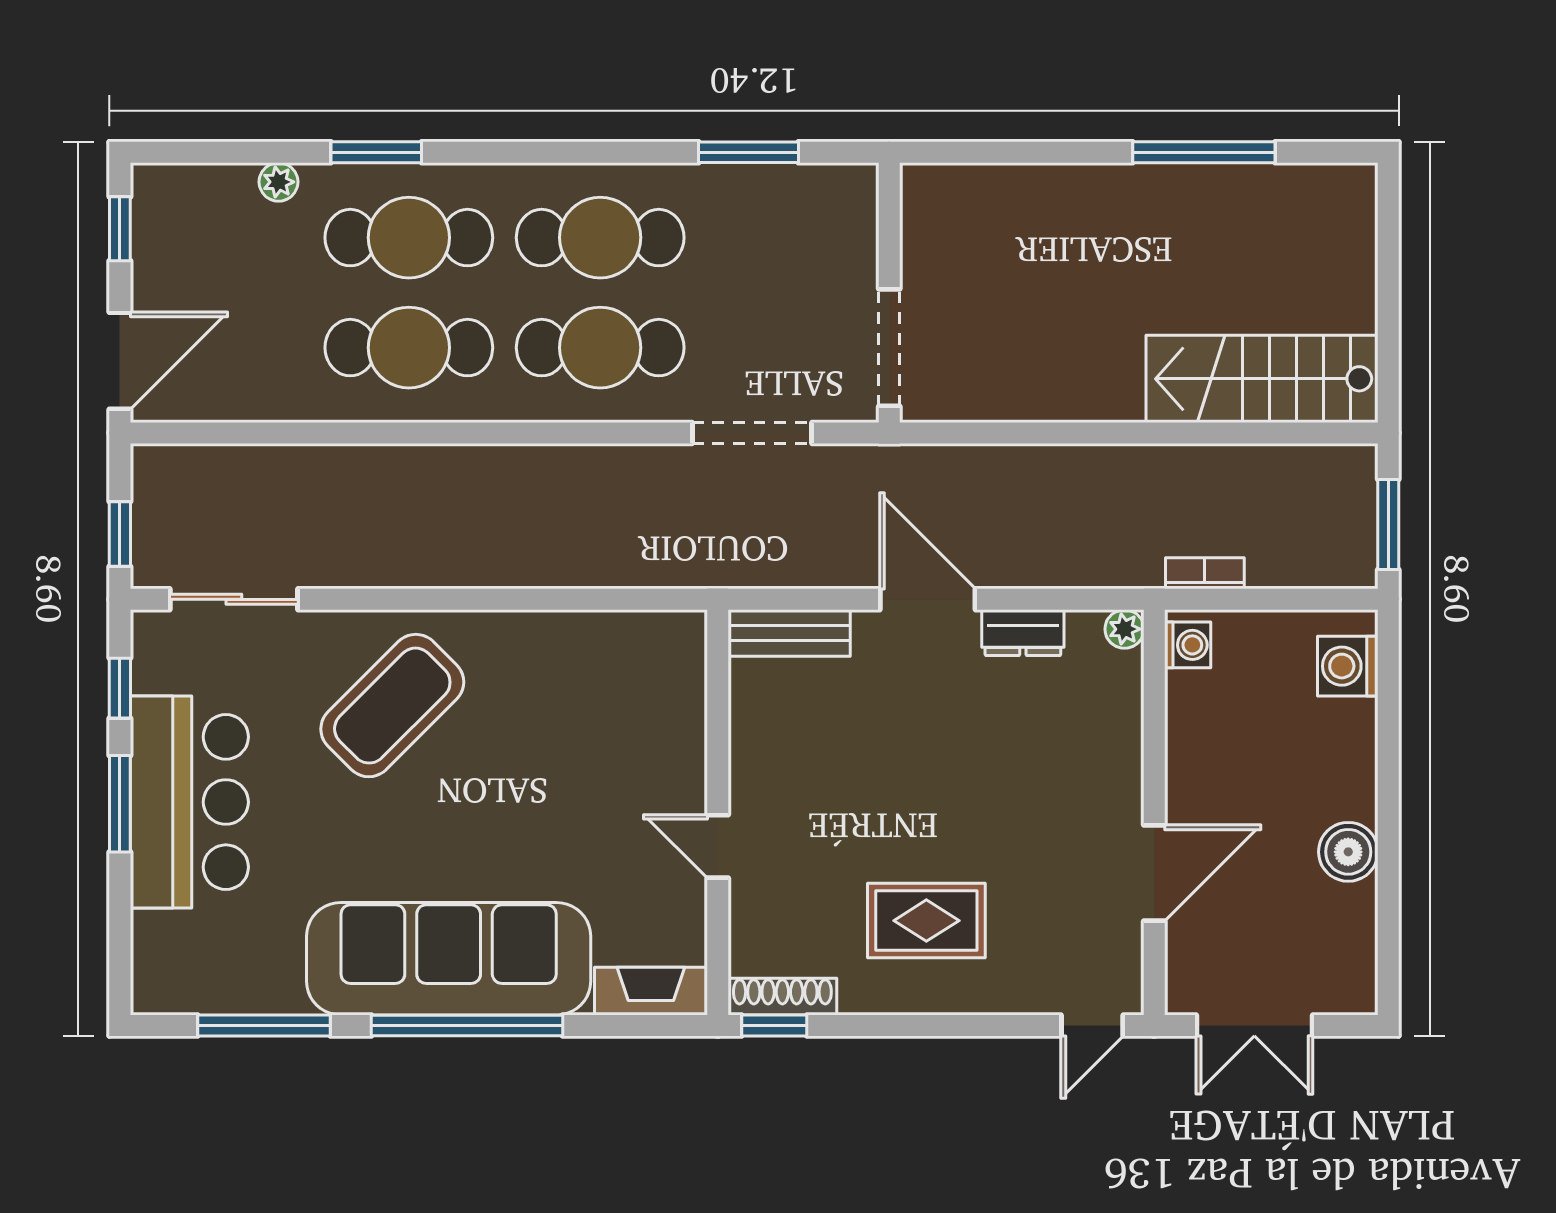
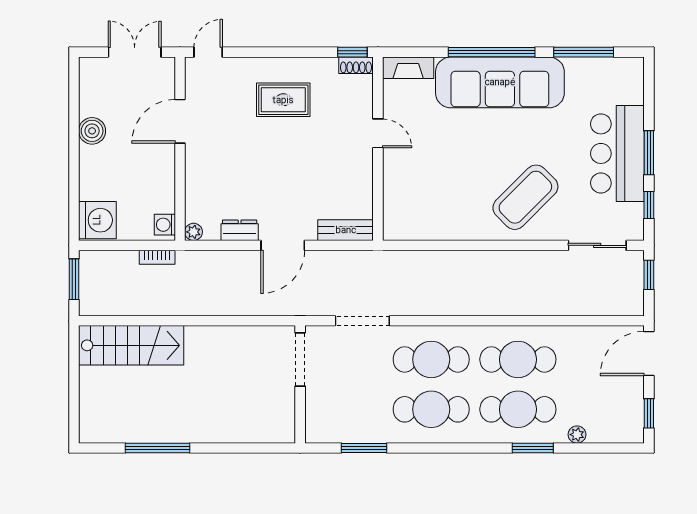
door: (928, 599) -> (283, 245), hinge flipped
washing machine: (1348, 666) -> (97, 220), width x1.37, depth x1.37
shoe rack: (782, 997) -> (356, 65), width x0.70

